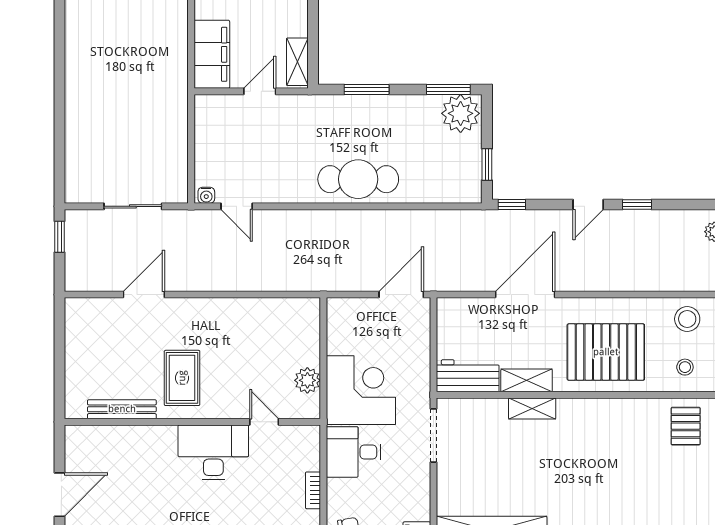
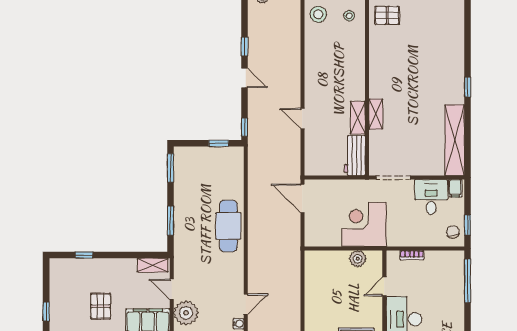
plant: (461, 113) -> (186, 313), moved
door: (525, 295) -> (302, 119), width x0.53
pallet: (606, 352) -> (339, 67), removed
desk: (354, 452) -> (431, 197), moved, turned 180
bookcase: (313, 490) -> (412, 255), moved

